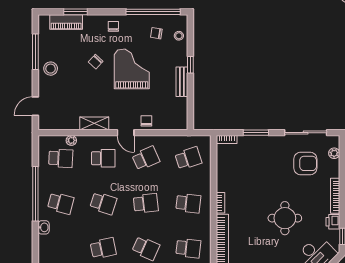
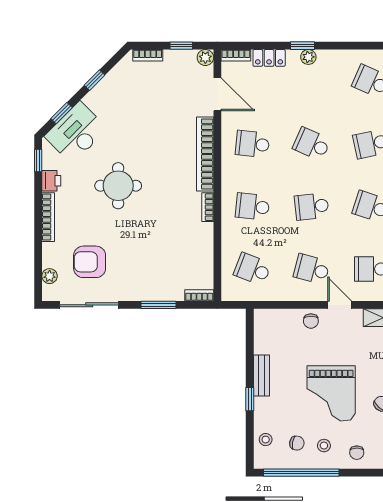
stool: (137, 31) -> (324, 446), added
school desk: (146, 158) -> (312, 269), turned 39
school desk: (188, 158) -> (252, 269), turned 39

